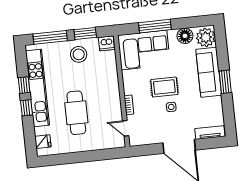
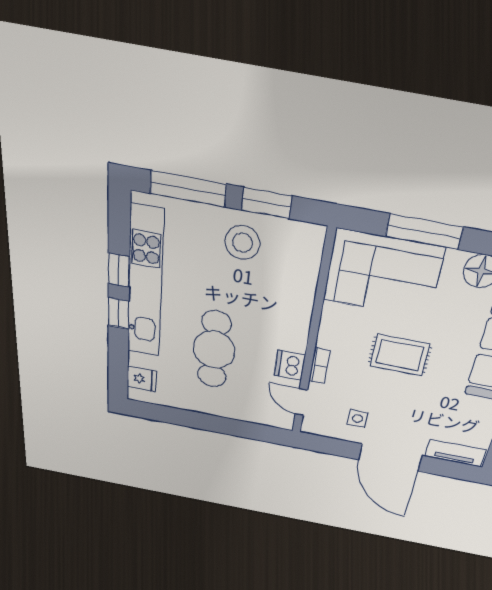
dishwasher: (106, 43) -> (290, 365), moved, turned 90
side table: (171, 107) -> (357, 419), moved

